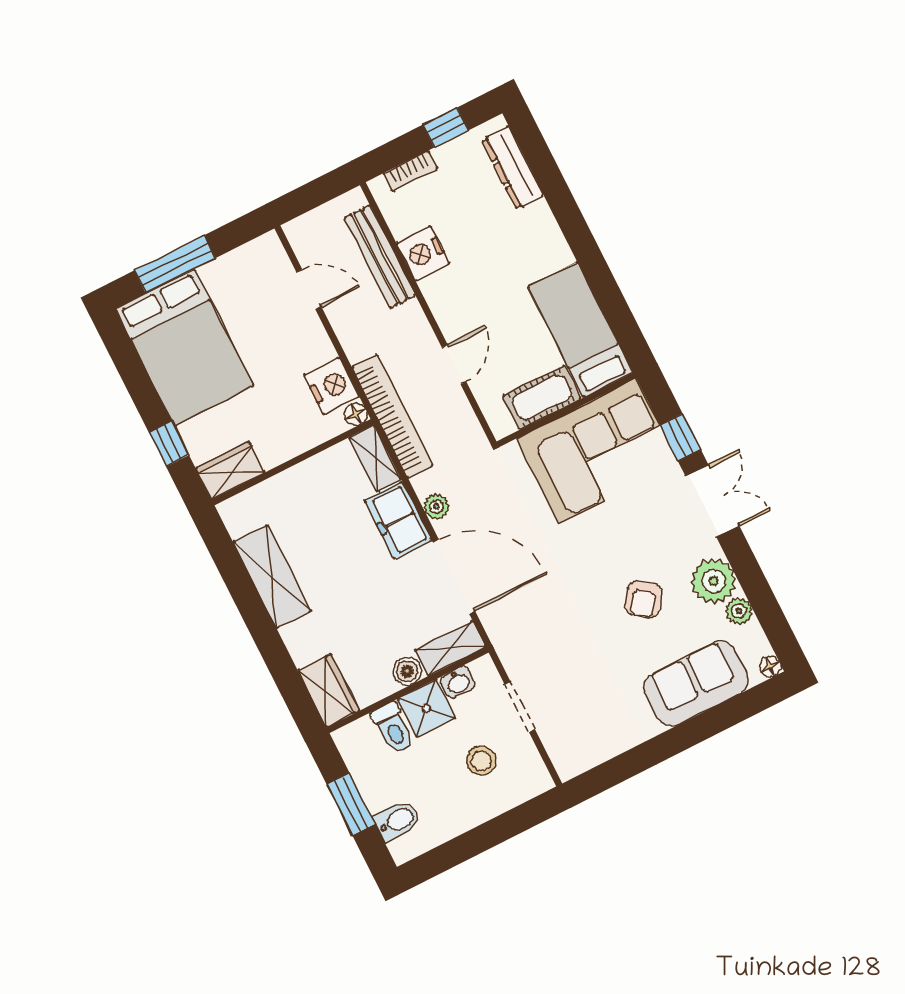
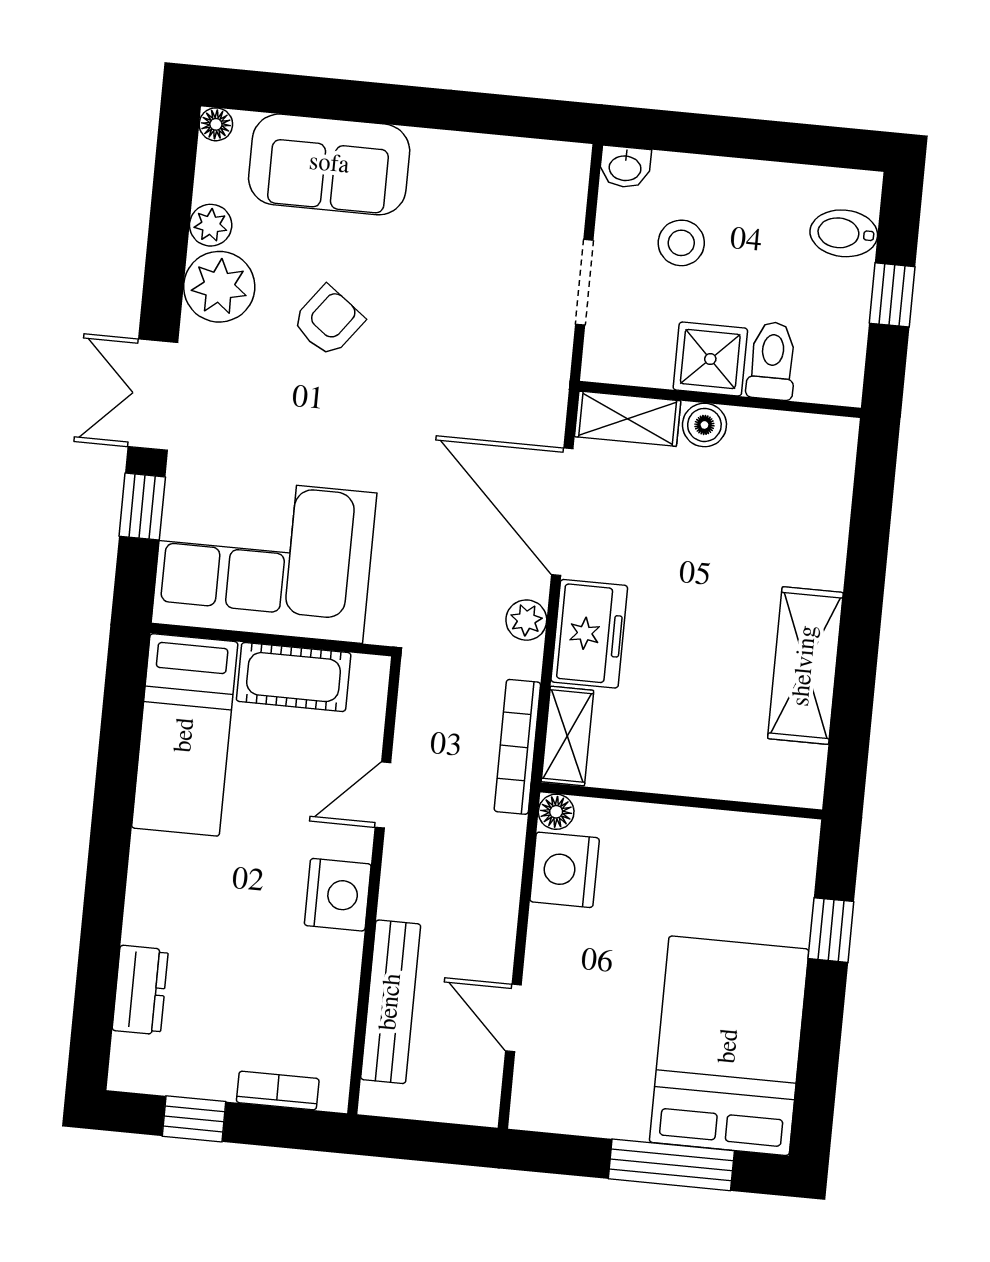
dresser: (513, 168) -> (140, 990), width x0.70
nightstand: (423, 253) -> (338, 895), moved
bookcase: (392, 416) -> (517, 747), width x0.68, depth x0.76
wardrobe: (230, 471) -> (771, 842), removed
washbasin: (458, 682) -> (625, 167), moved, turned 180
wardrobe: (329, 691) -> (826, 465), removed
window: (351, 804) -> (892, 295), width x0.67

